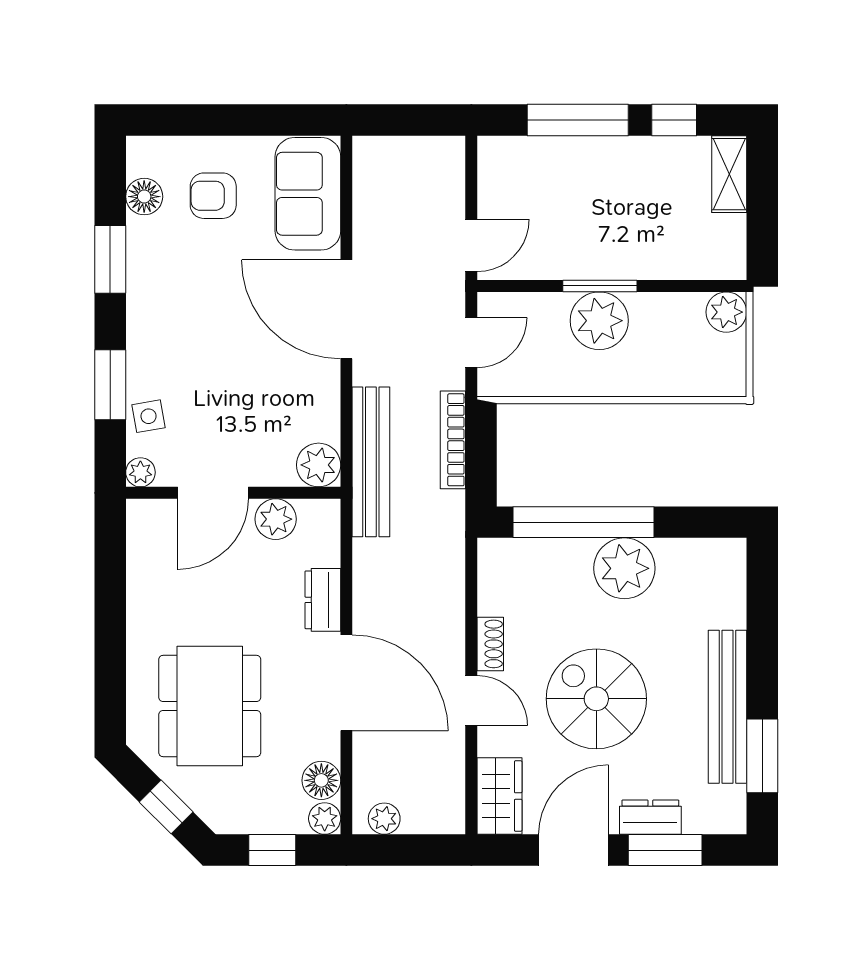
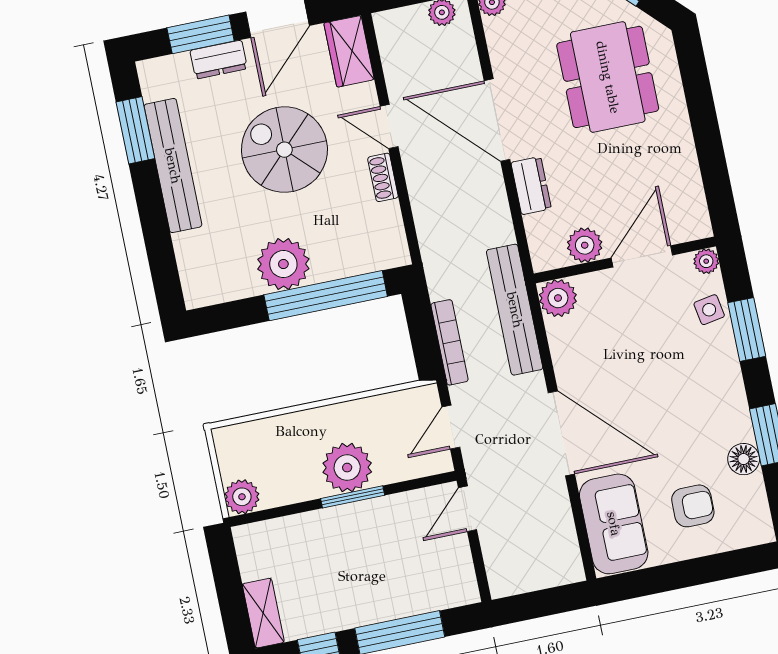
floor lamp: (144, 197) -> (744, 459), moved
spiral stairs: (596, 699) -> (284, 150), turned 180
floor lamp: (321, 780) -> (501, 34), removed

